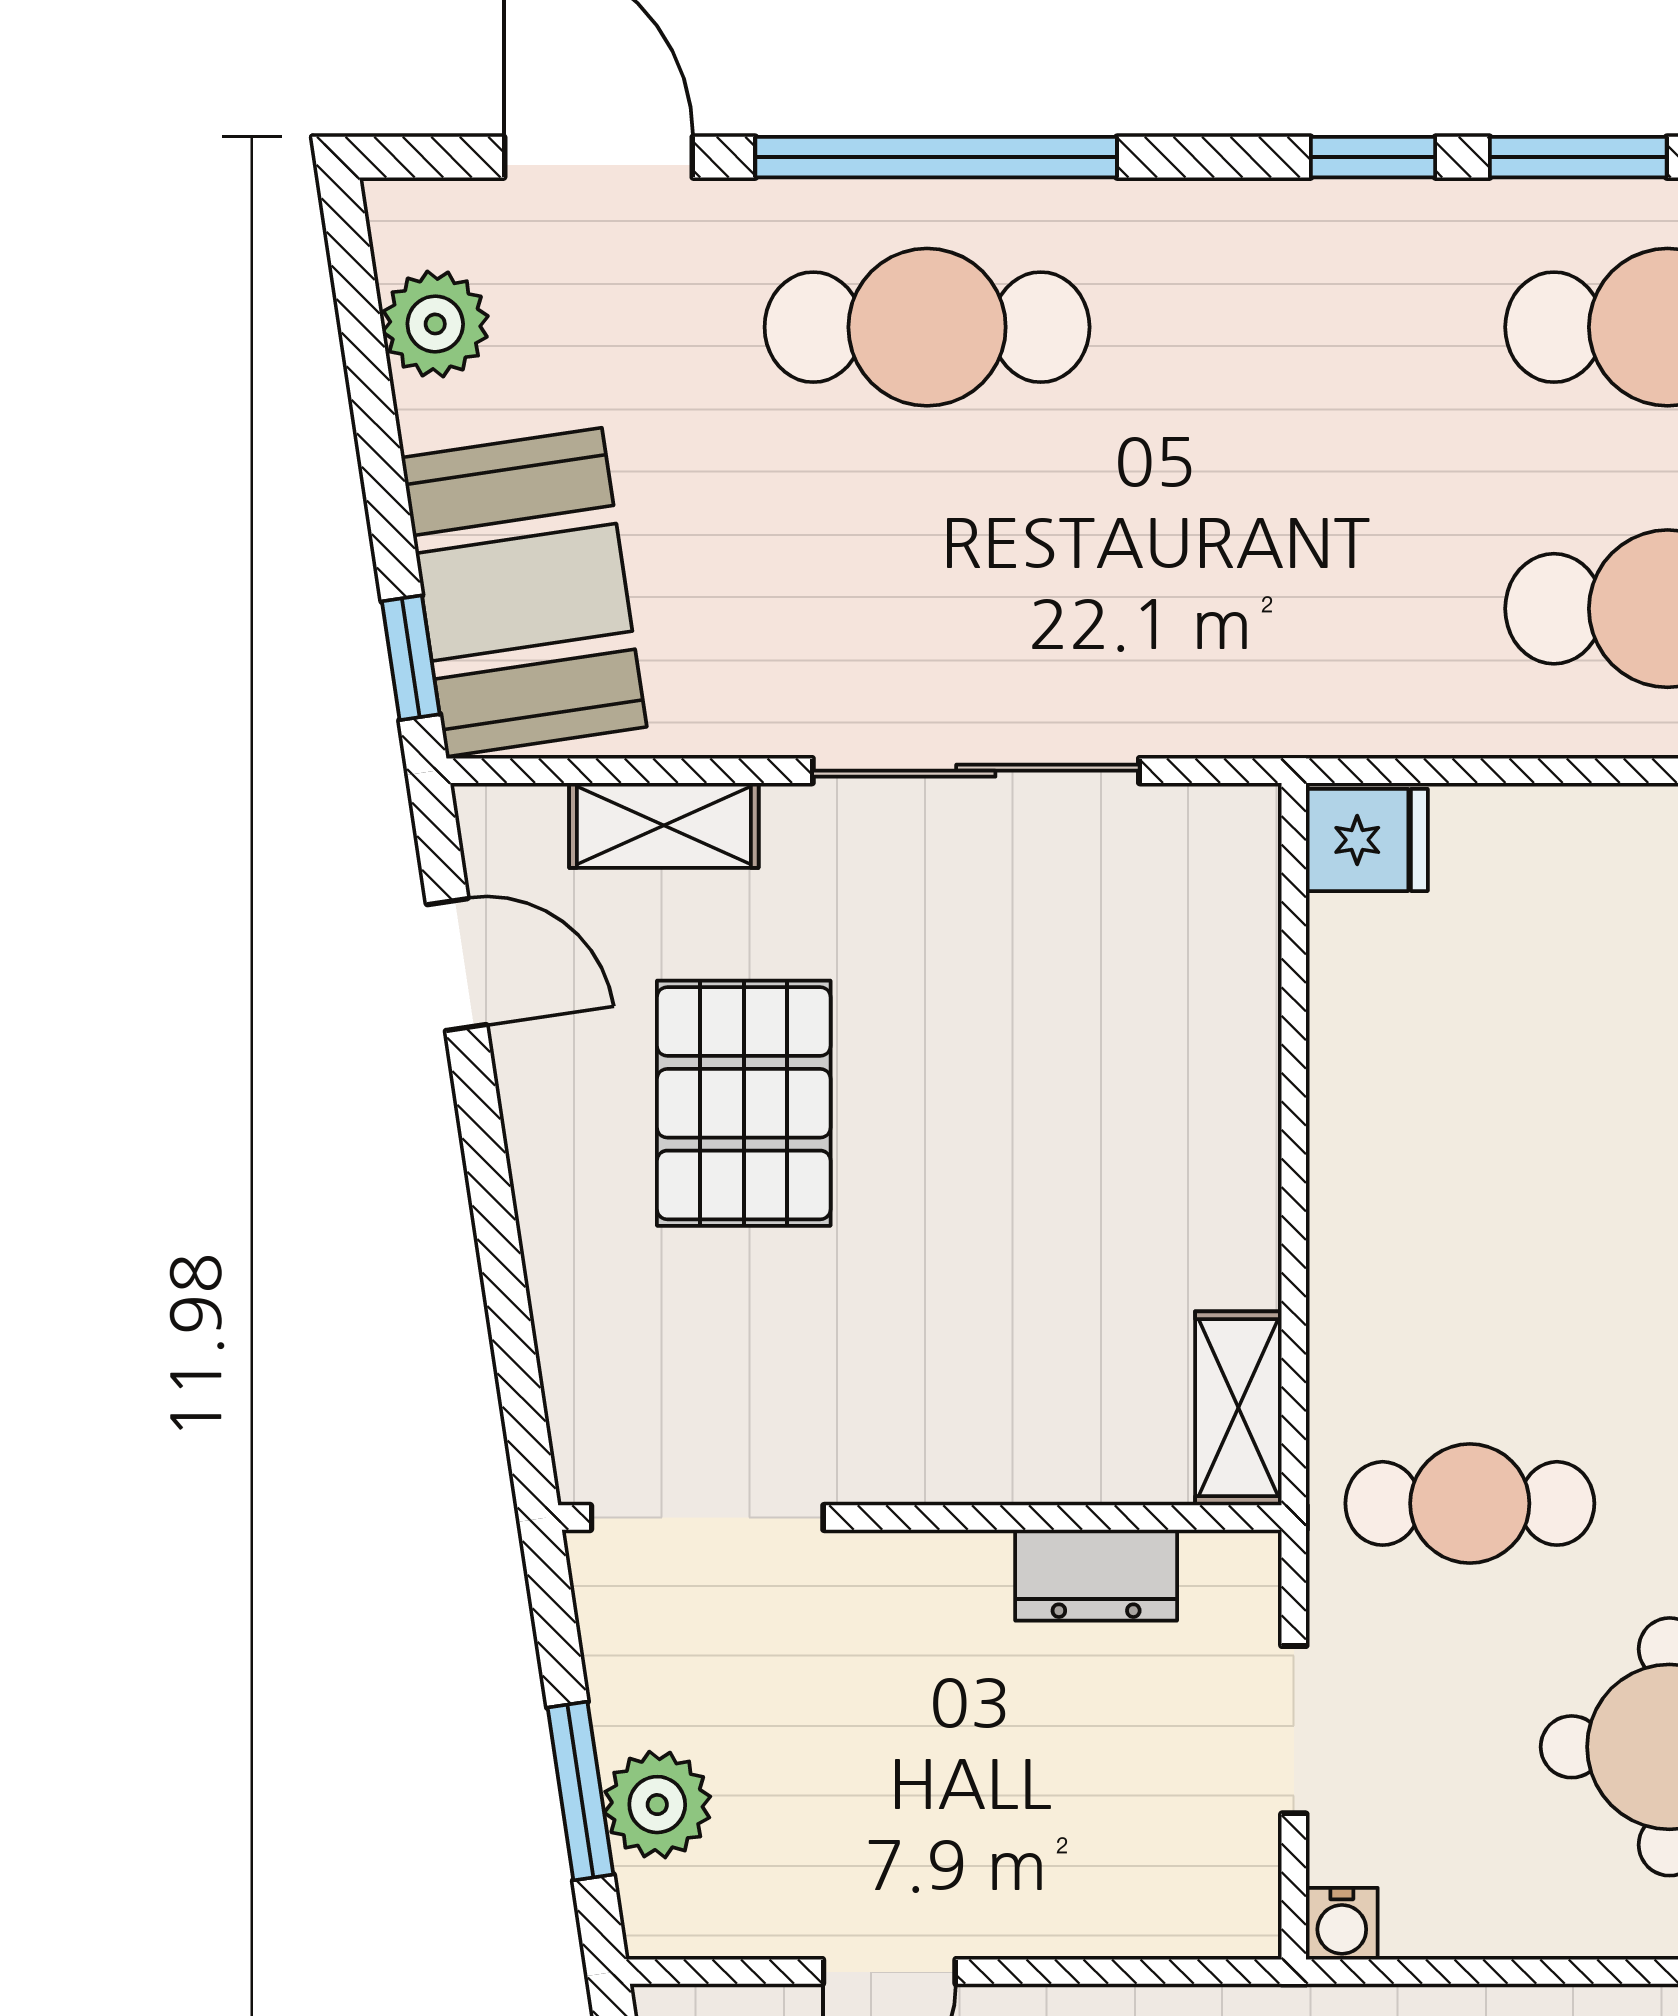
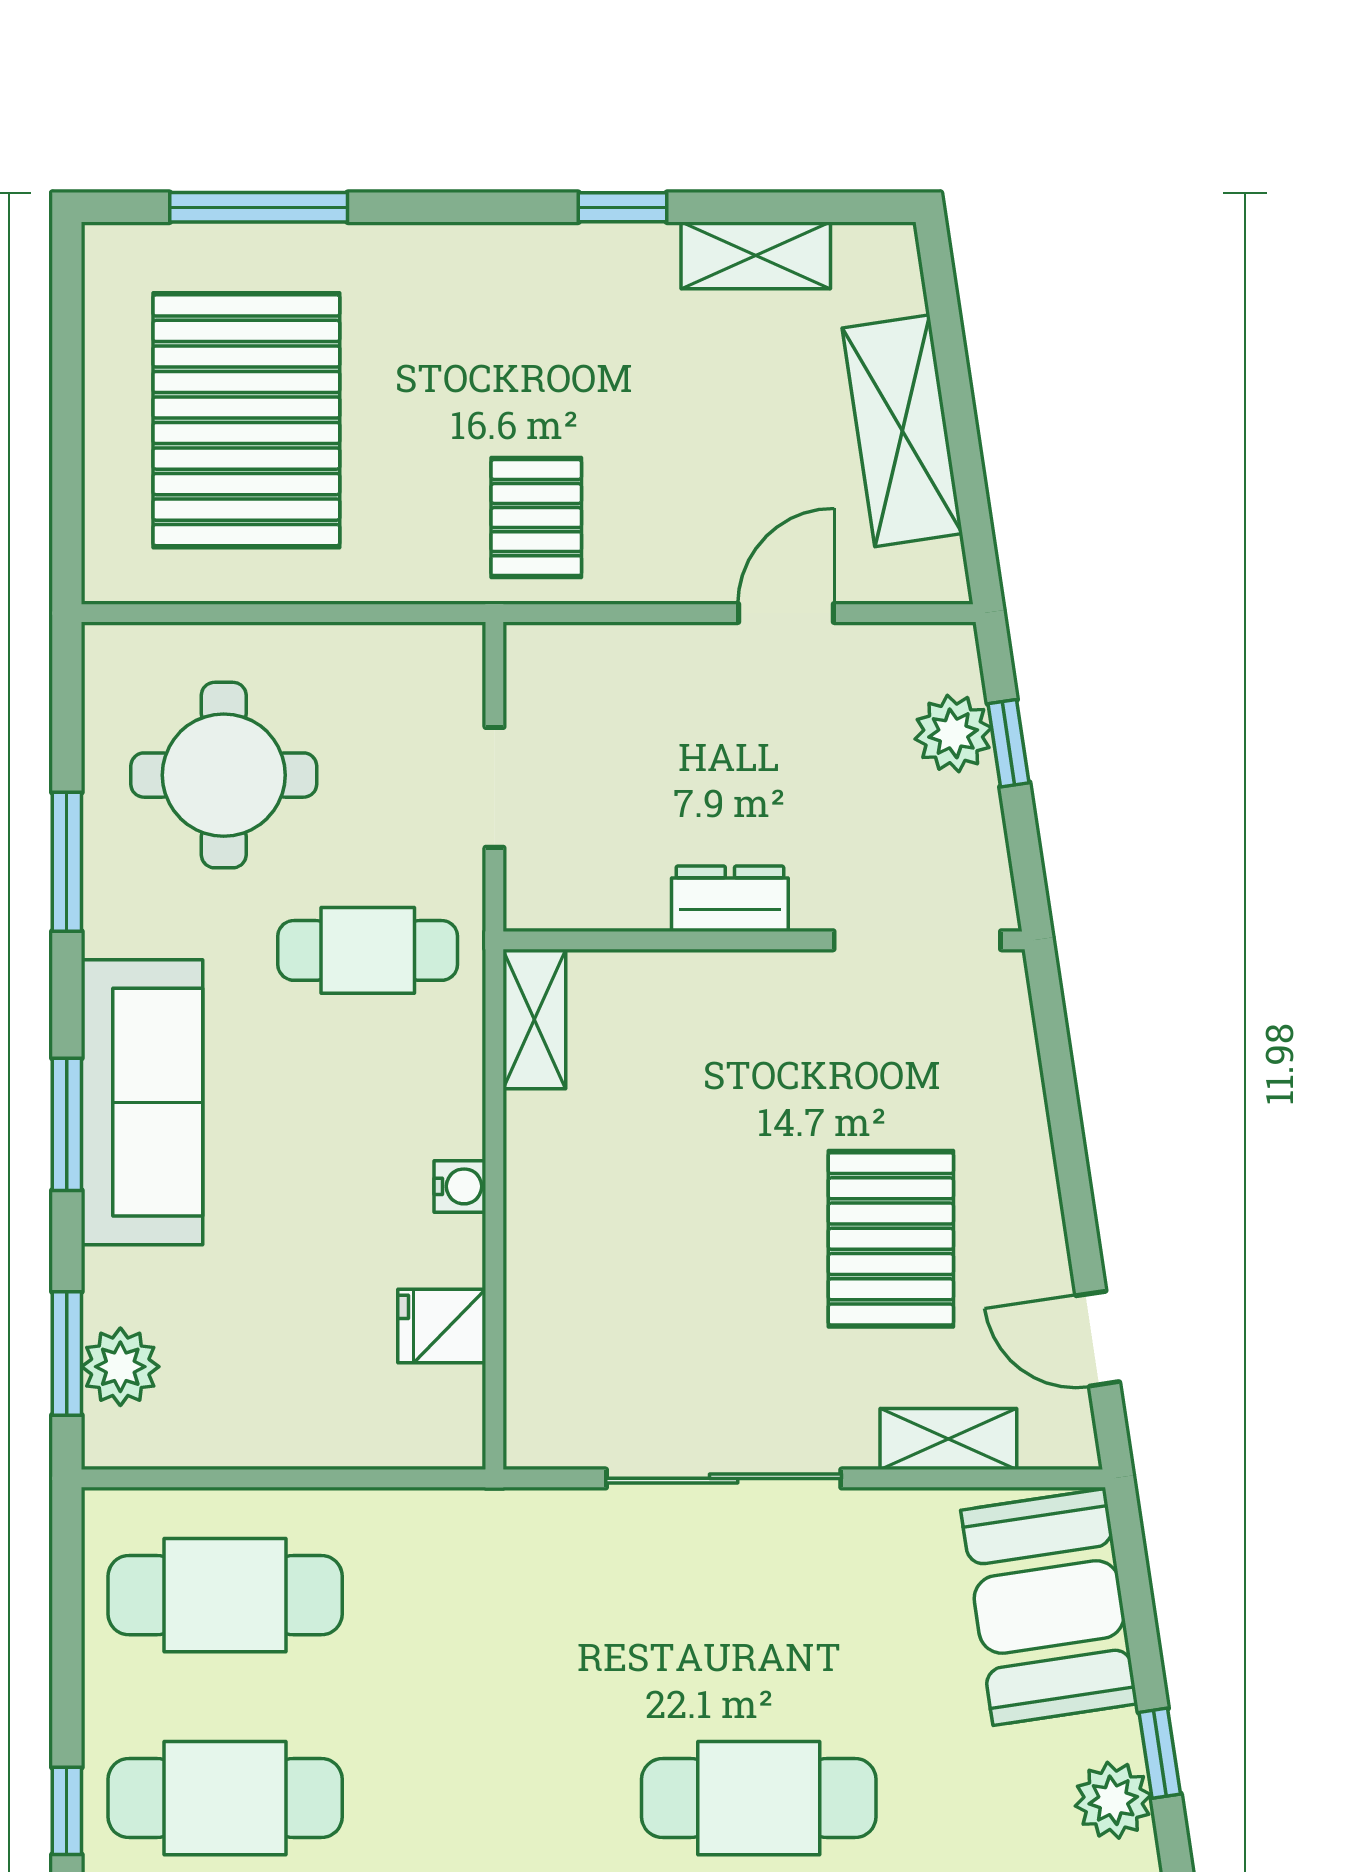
window: (411, 658) -> (1160, 1753), moved
fridge: (1367, 840) -> (442, 1326), moved
dresser: (1096, 1575) -> (730, 899), moved
window: (580, 1791) -> (1009, 743), width x0.67
water cooler: (1342, 1924) -> (460, 1186), moved, turned 90

